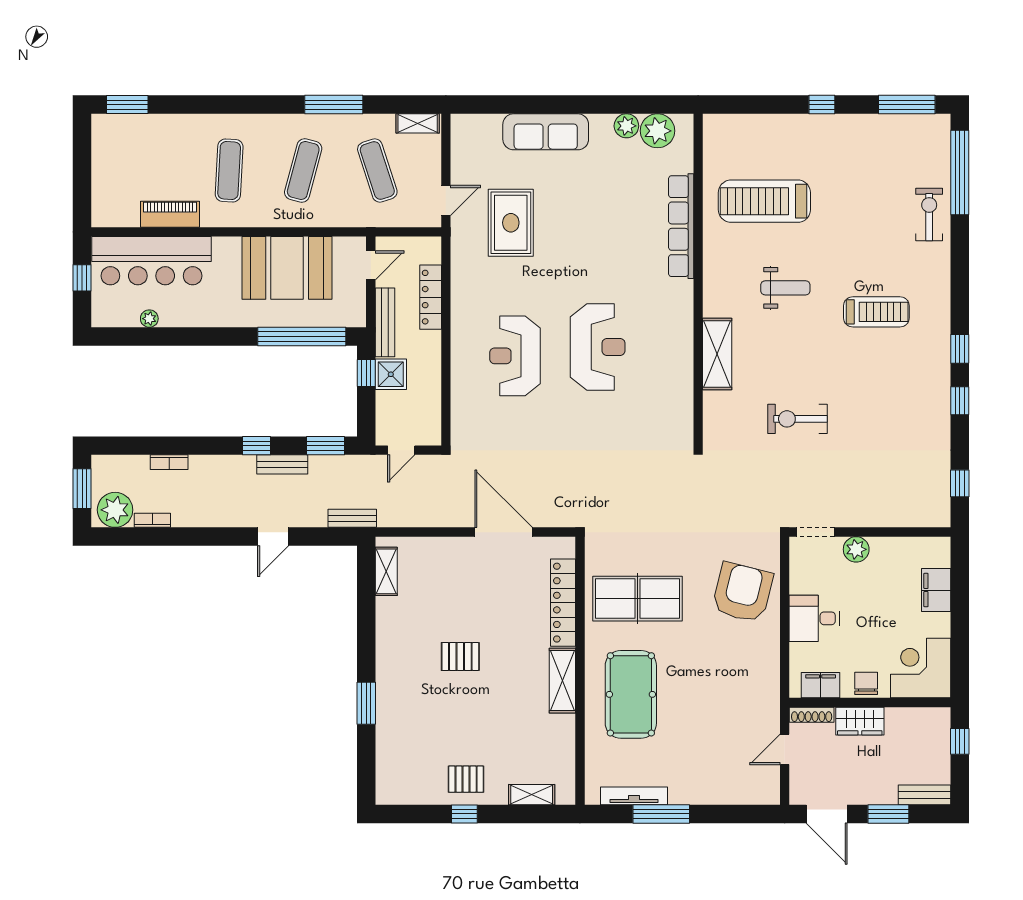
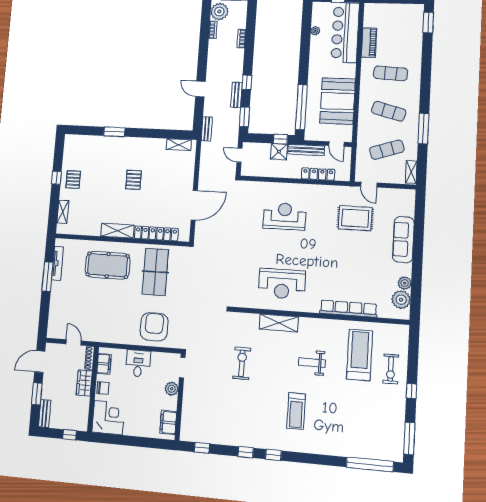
exercise bike: (929, 214) -> (391, 369), moved, turned 90
weight bench: (785, 288) -> (312, 362), turned 90
reception desk: (598, 347) -> (282, 284), moved
filing cabinet: (936, 590) -> (168, 422), moved, turned -90
armchair: (742, 592) -> (154, 327), turned -104

